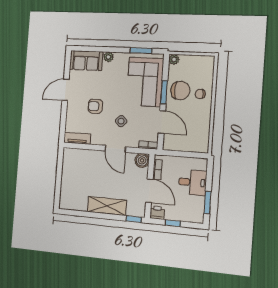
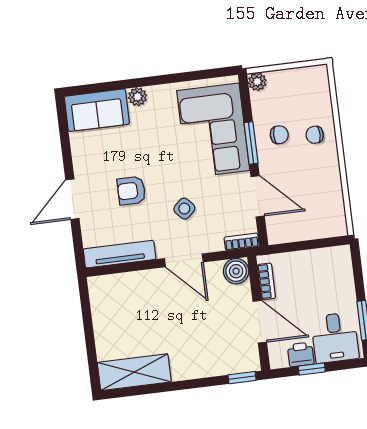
window: (141, 51) -> (195, 75), removed
door: (66, 90) -> (72, 199), moved
chair: (180, 90) -> (279, 135), width x0.54, depth x0.54
tv unit: (77, 138) -> (120, 254), width x1.41
desk: (193, 182) -> (335, 338), moved, turned 90
shelving: (107, 206) -> (134, 372), moved
printer: (157, 213) -> (301, 355), moved

